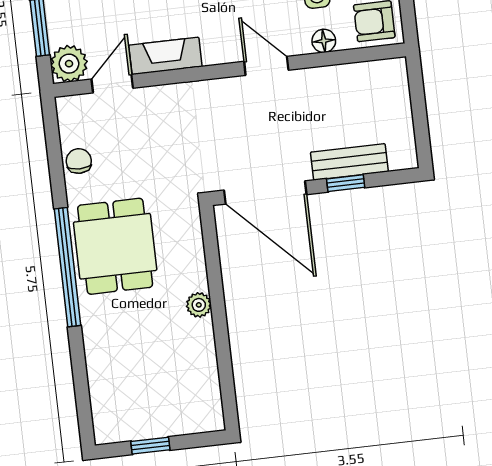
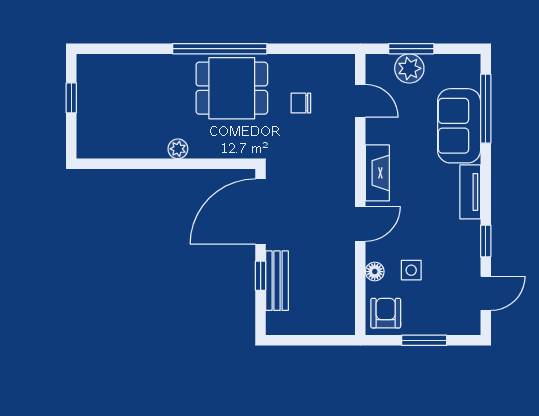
fireplace: (165, 56) -> (377, 173), moved
plant: (69, 64) -> (409, 68), moved
chair: (79, 161) -> (301, 103), moved, turned 180

